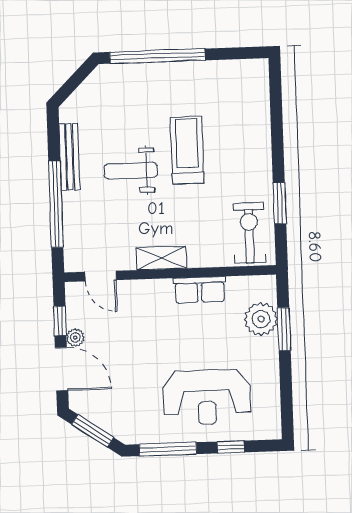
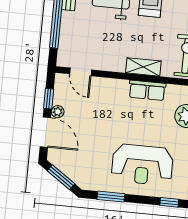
shelving: (161, 258) -> (143, 67), moved
window: (231, 447) -> (169, 202), moved
window: (168, 449) -> (111, 197), width x0.69

